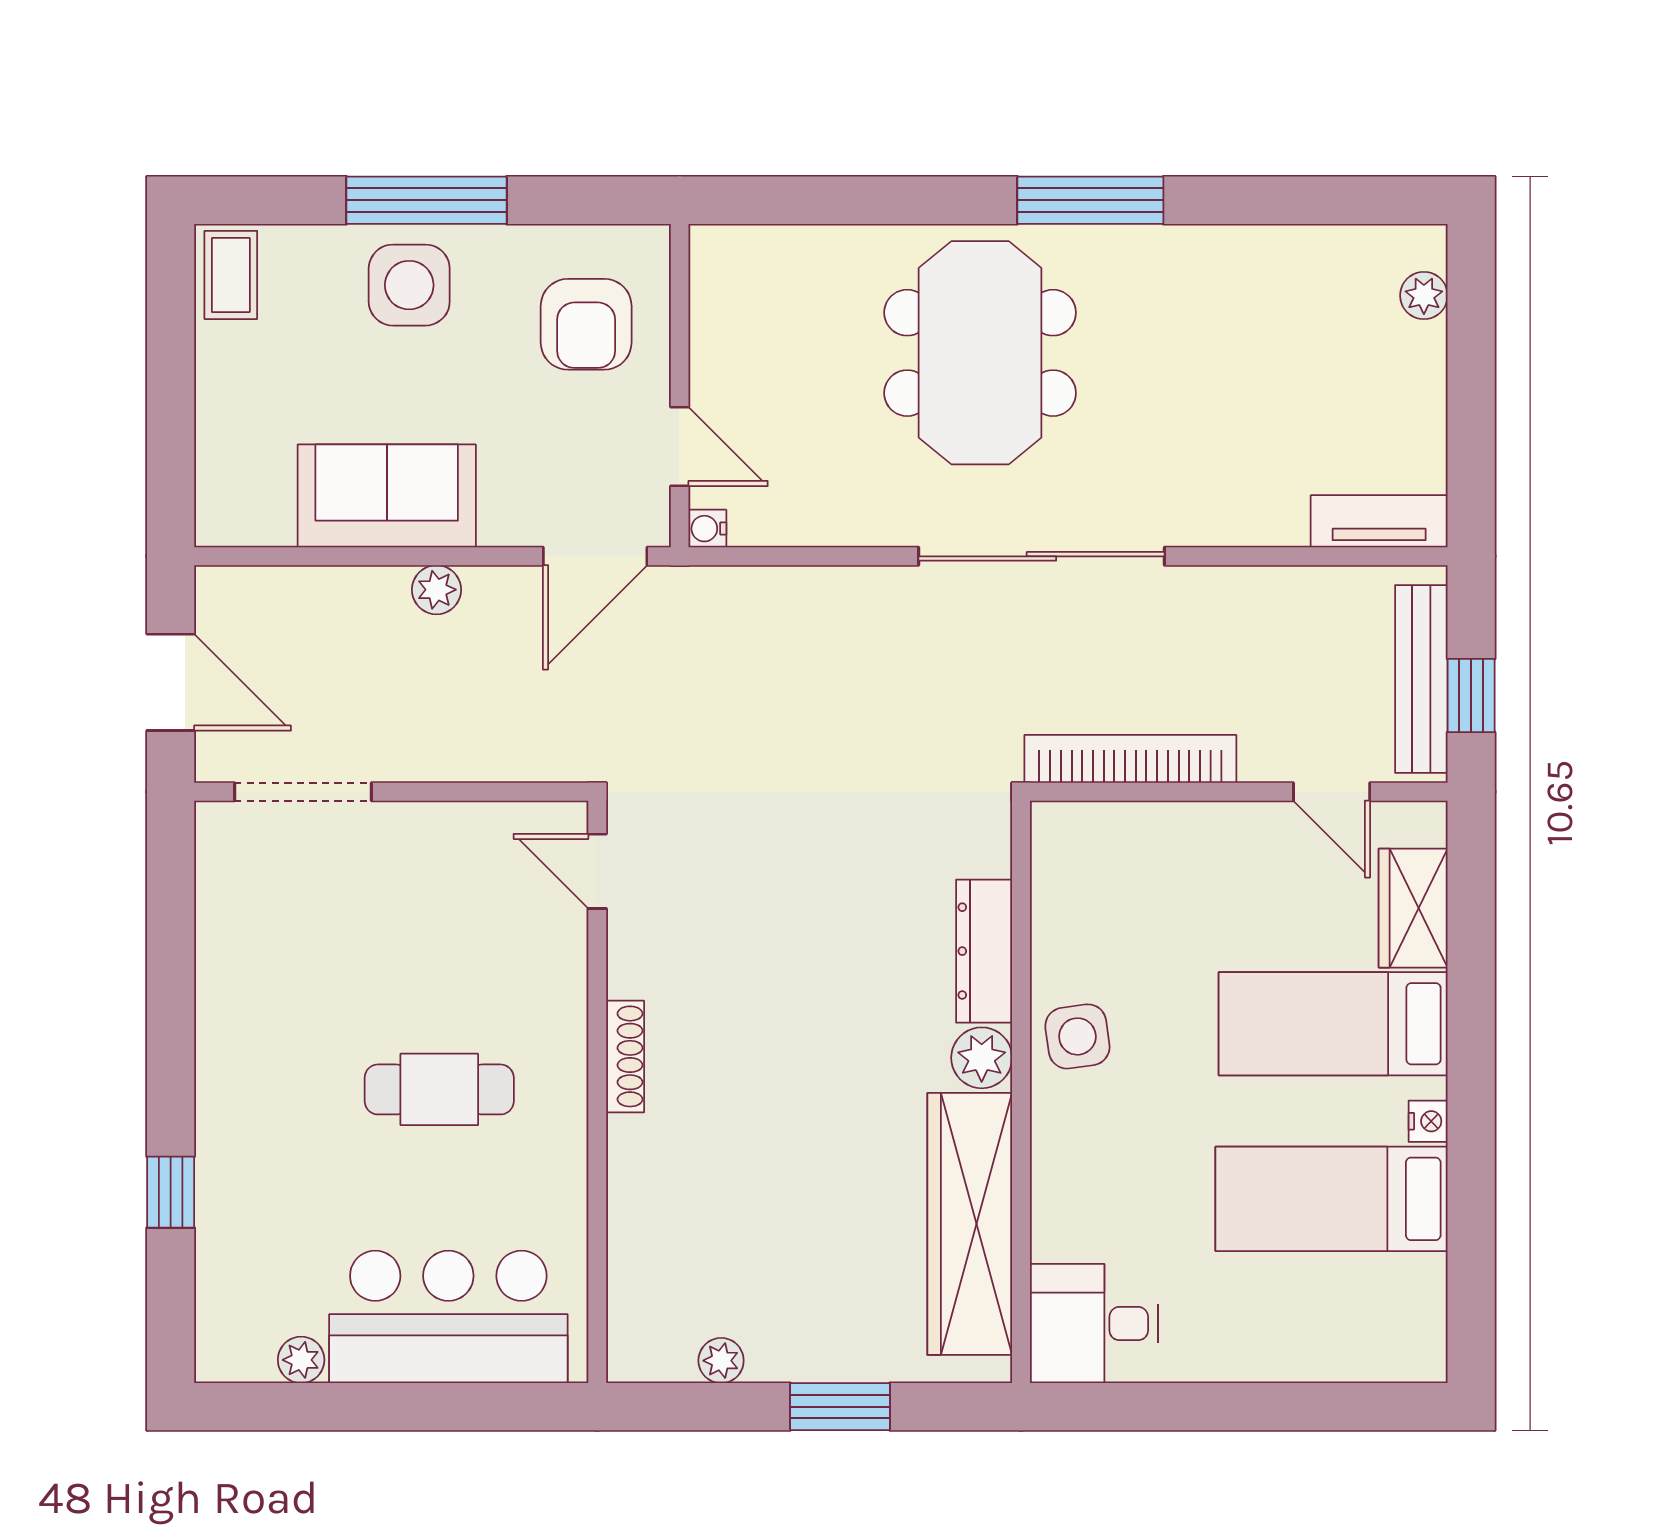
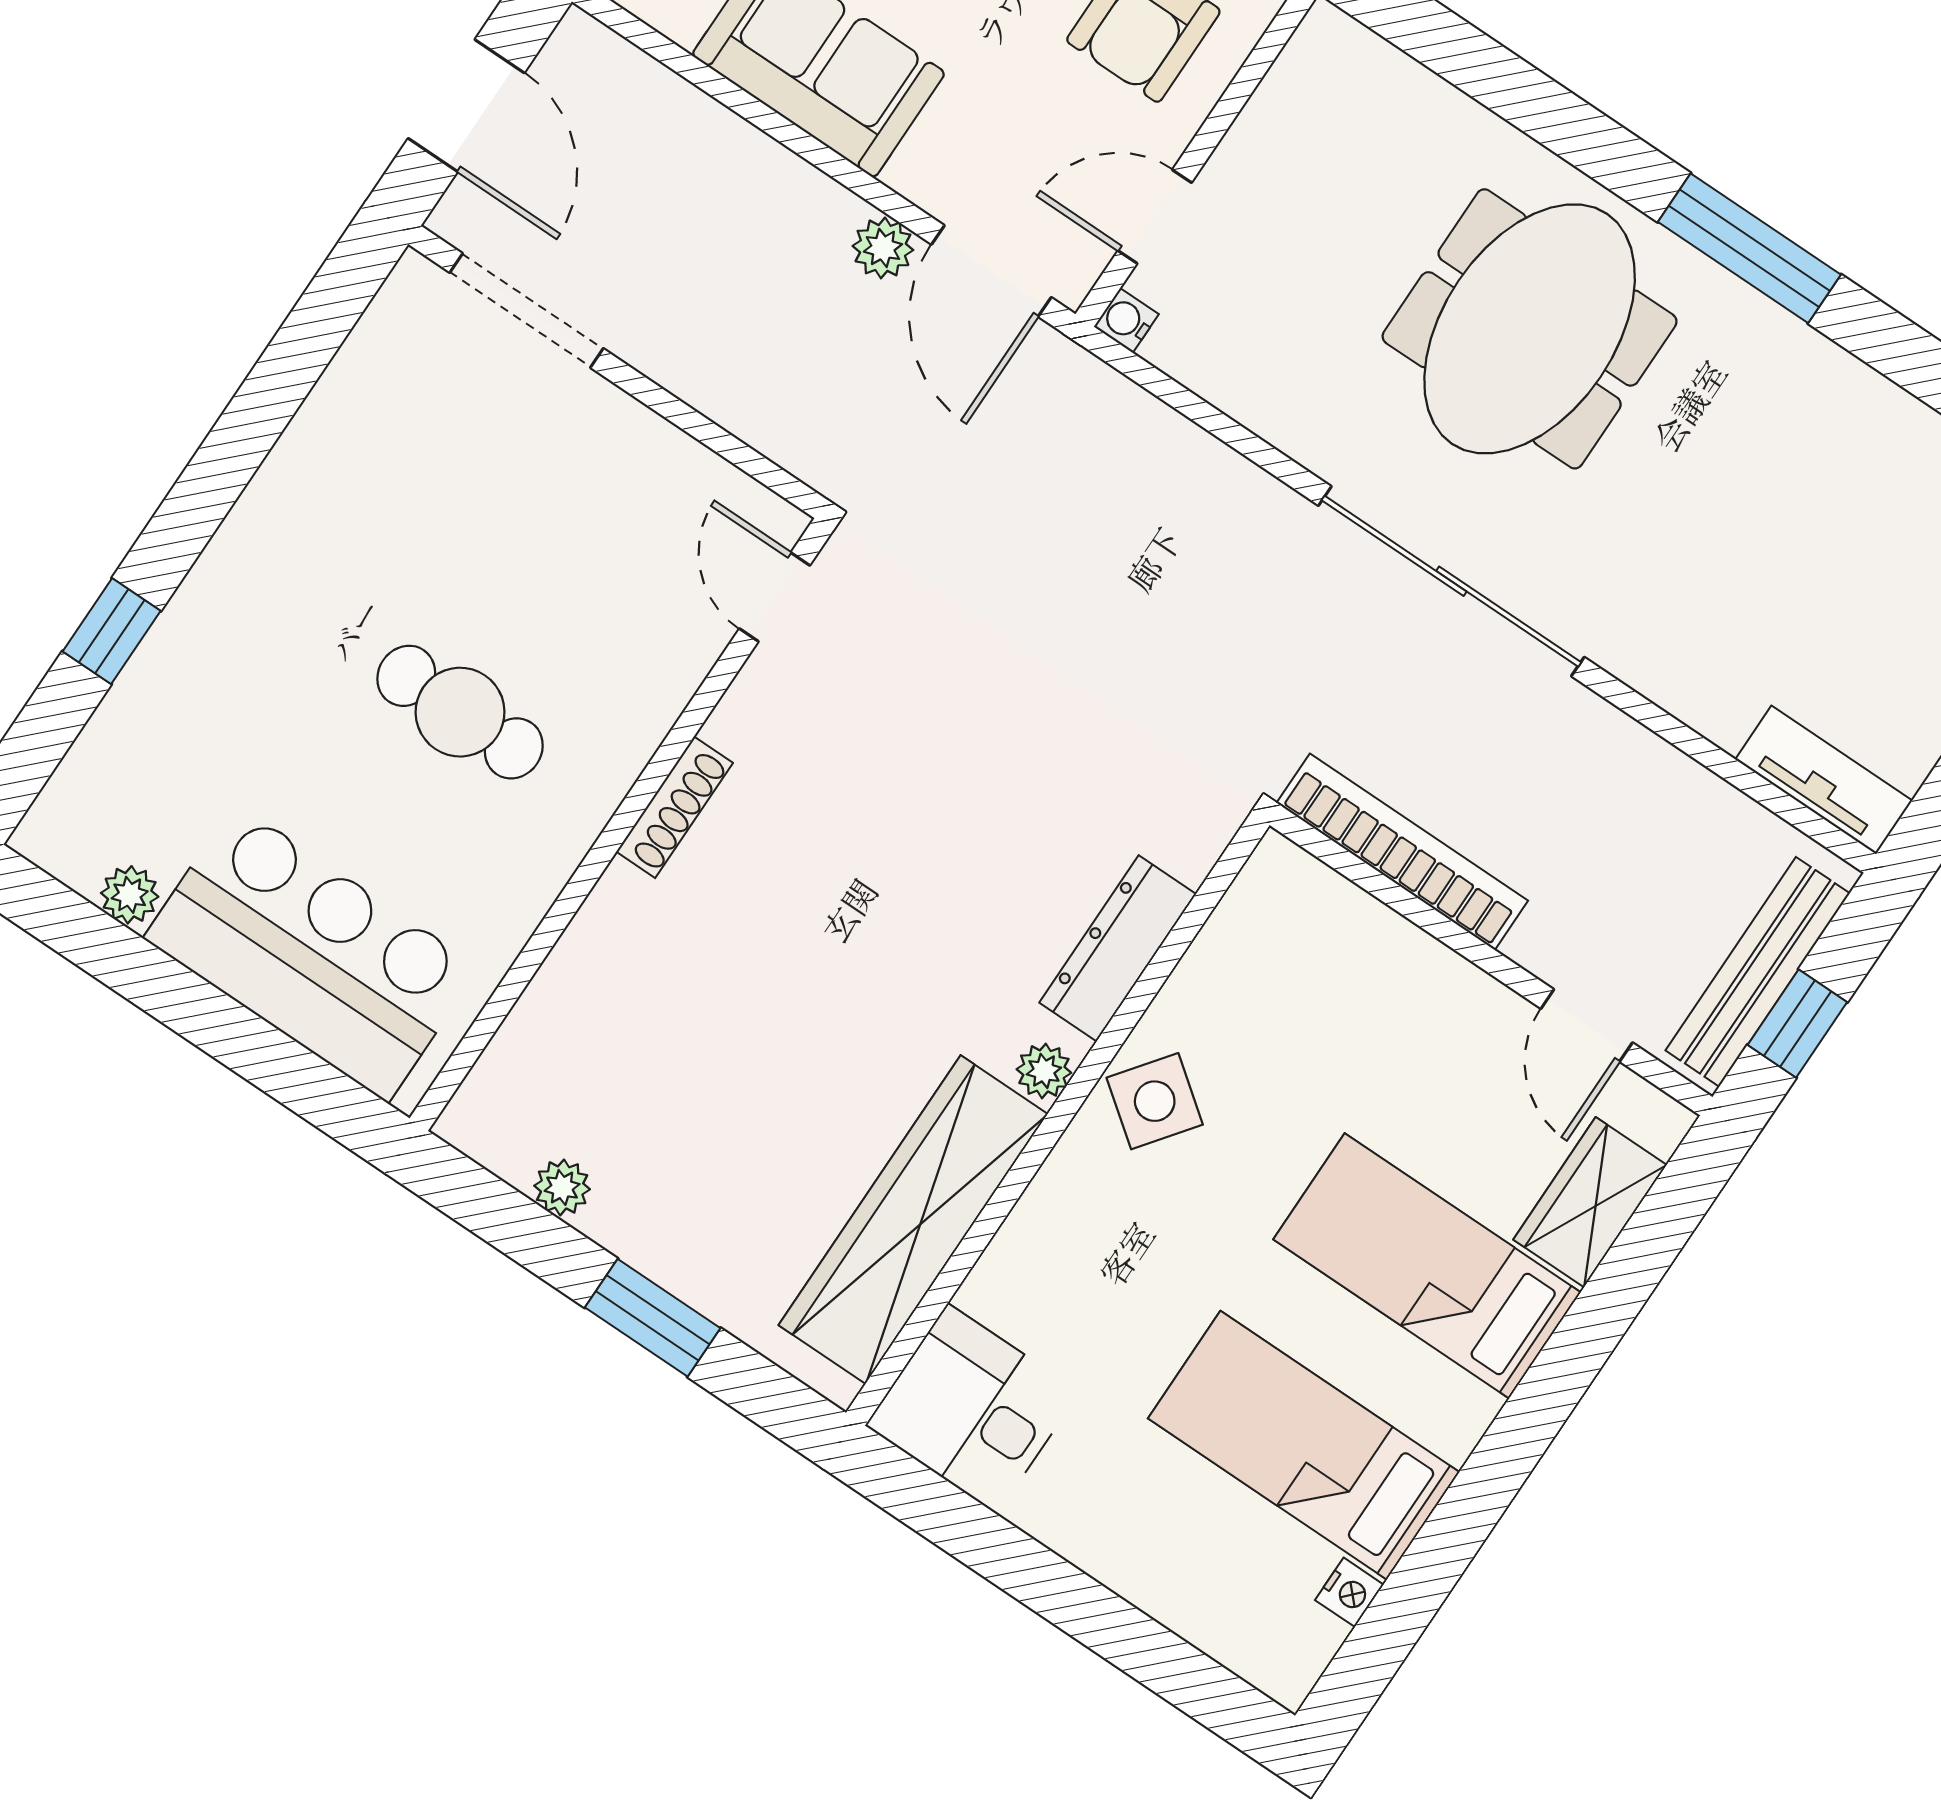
door: (680, 447) -> (1155, 217), swing flipped
door: (595, 556) -> (991, 271), hinge flipped
plant: (436, 590) -> (883, 248), moved
side table: (1077, 1036) -> (1155, 1101), turned 45
plant: (982, 1058) -> (1044, 1071), width x0.73, depth x0.73
nightstand: (1428, 1121) -> (1349, 1592), moved

